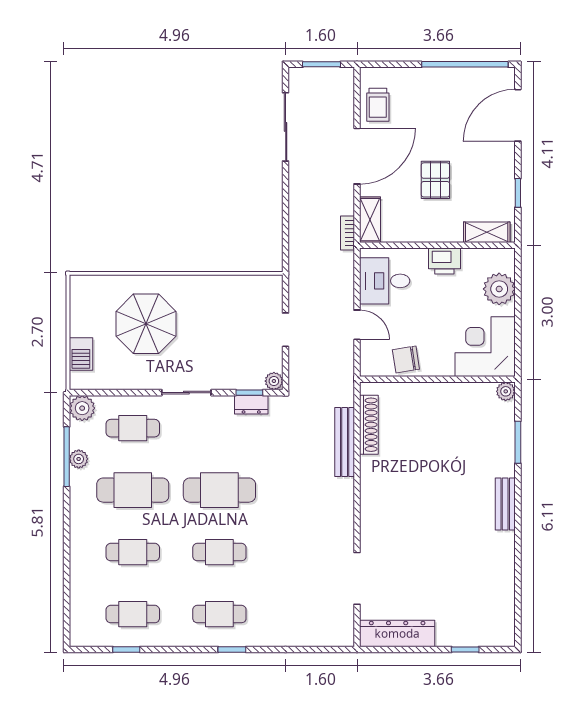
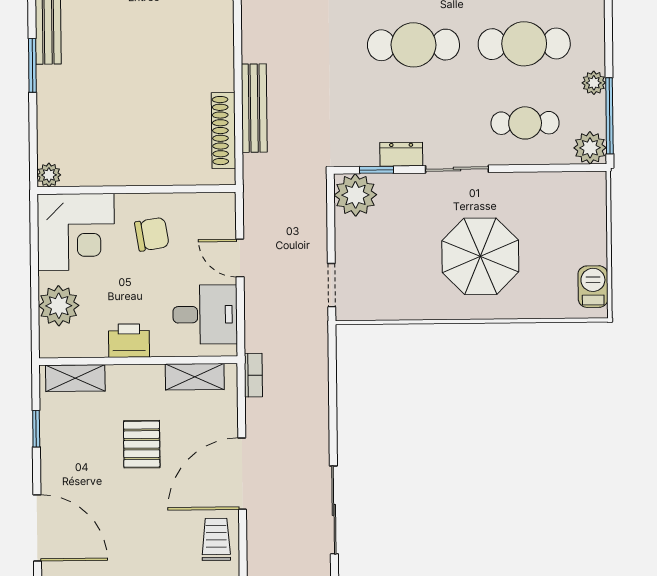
door: (518, 115) -> (37, 528), hinge flipped
shelving: (370, 220) -> (195, 377), moved, turned 90
parasol: (146, 324) -> (480, 256), moved
doorway: (286, 330) -> (332, 285), moved
barbecue: (81, 354) -> (593, 287), moved
chair: (406, 359) -> (152, 234), moved
plant: (274, 381) -> (355, 195), width x1.87, depth x1.87
dresser: (251, 405) -> (401, 154), moved
window: (518, 442) -> (32, 65), moved
window: (67, 457) -> (609, 116), moved

